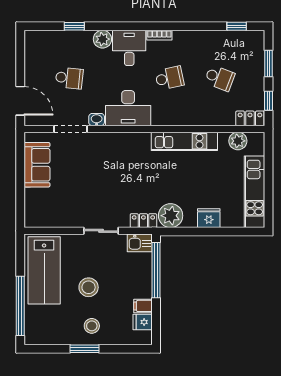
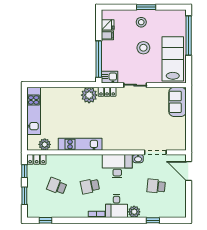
sofa: (37, 165) -> (177, 102), moved
fridge: (209, 218) -> (64, 93), removed

